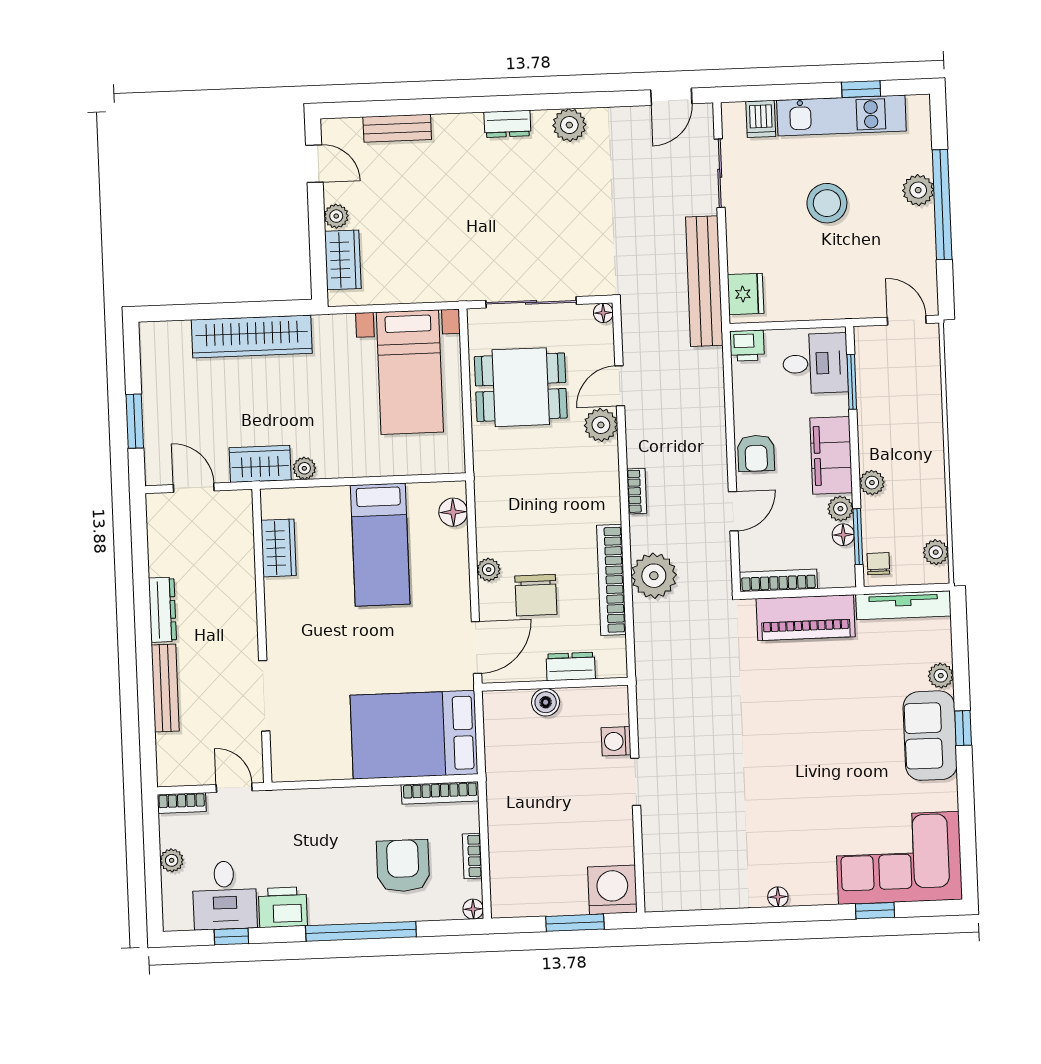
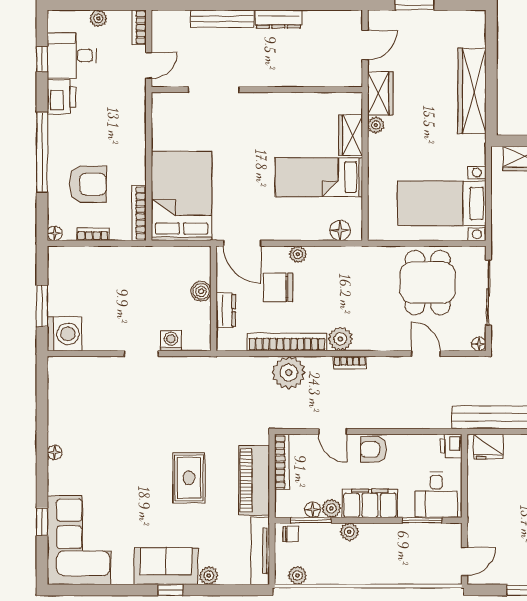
plant: (601, 425) -> (340, 339), moved
wardrobe: (278, 548) -> (351, 135), moved, turned 90
rug: (806, 709) -> (189, 478), added

